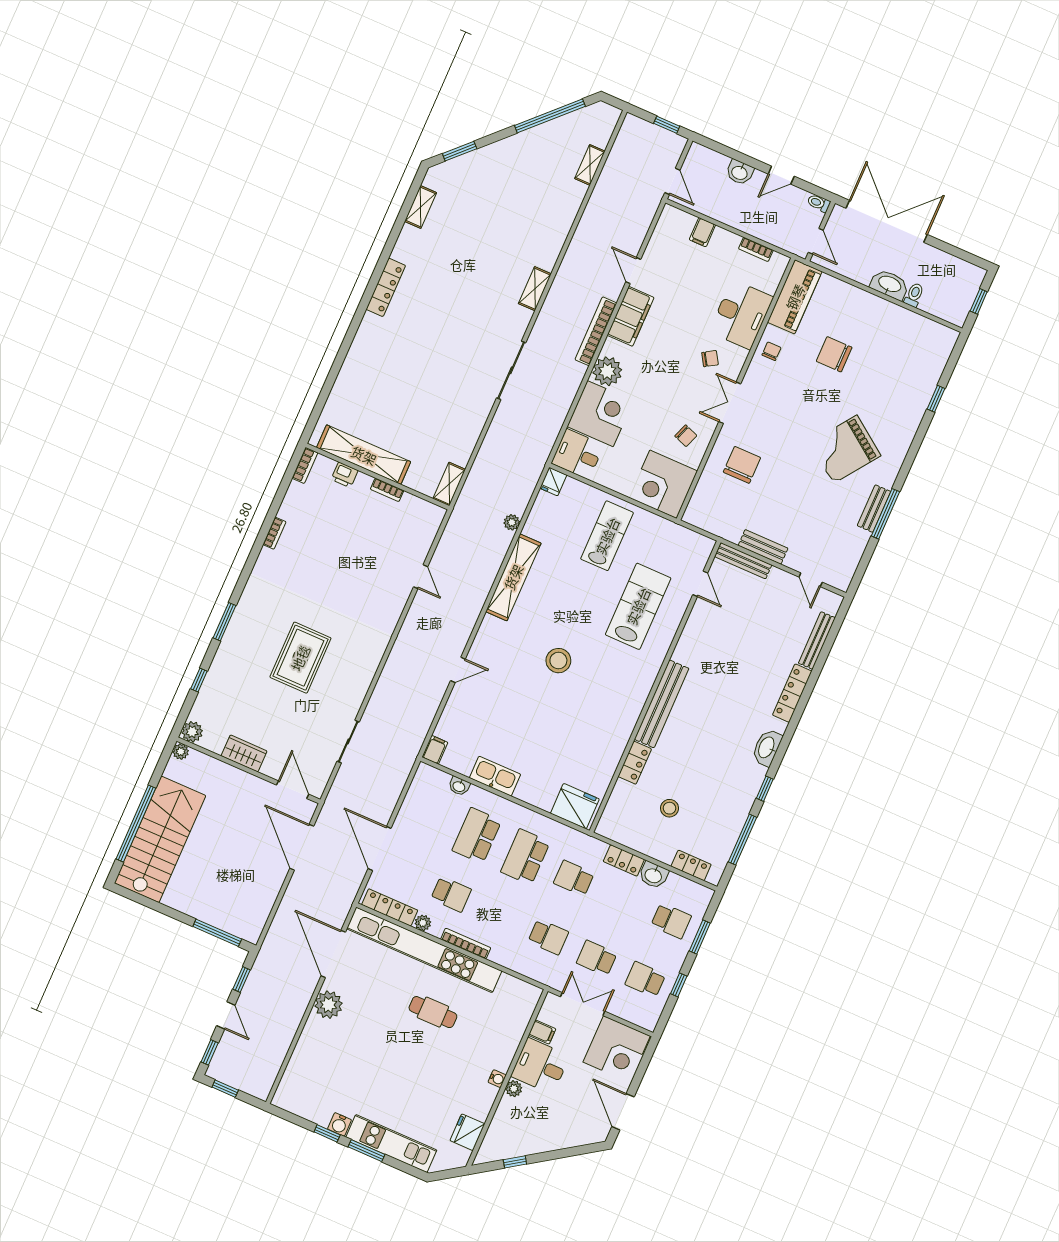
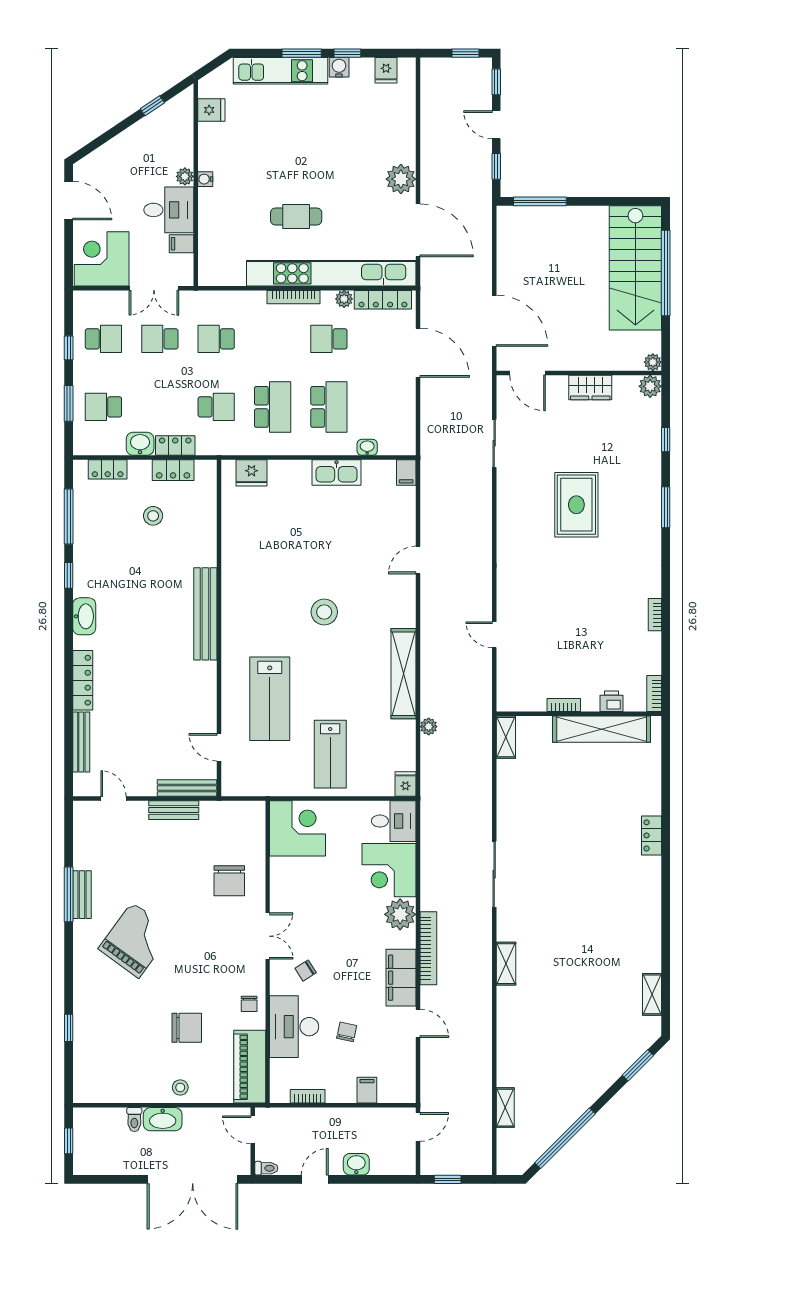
door: (672, 181) -> (418, 1127), swing flipped
locker: (386, 287) -> (651, 835), moved, width x0.66
stool: (862, 305) -> (180, 1087), added
chair: (686, 436) -> (347, 1032), moved, turned 82
locker: (635, 763) -> (173, 470), moved, turned -90
fridge: (575, 806) -> (252, 473), width x0.73, depth x0.75
school desk: (597, 958) -> (160, 339), turned 180
fridge: (300, 1104) -> (386, 70), added
fridge: (467, 1132) -> (211, 110), width x0.72

